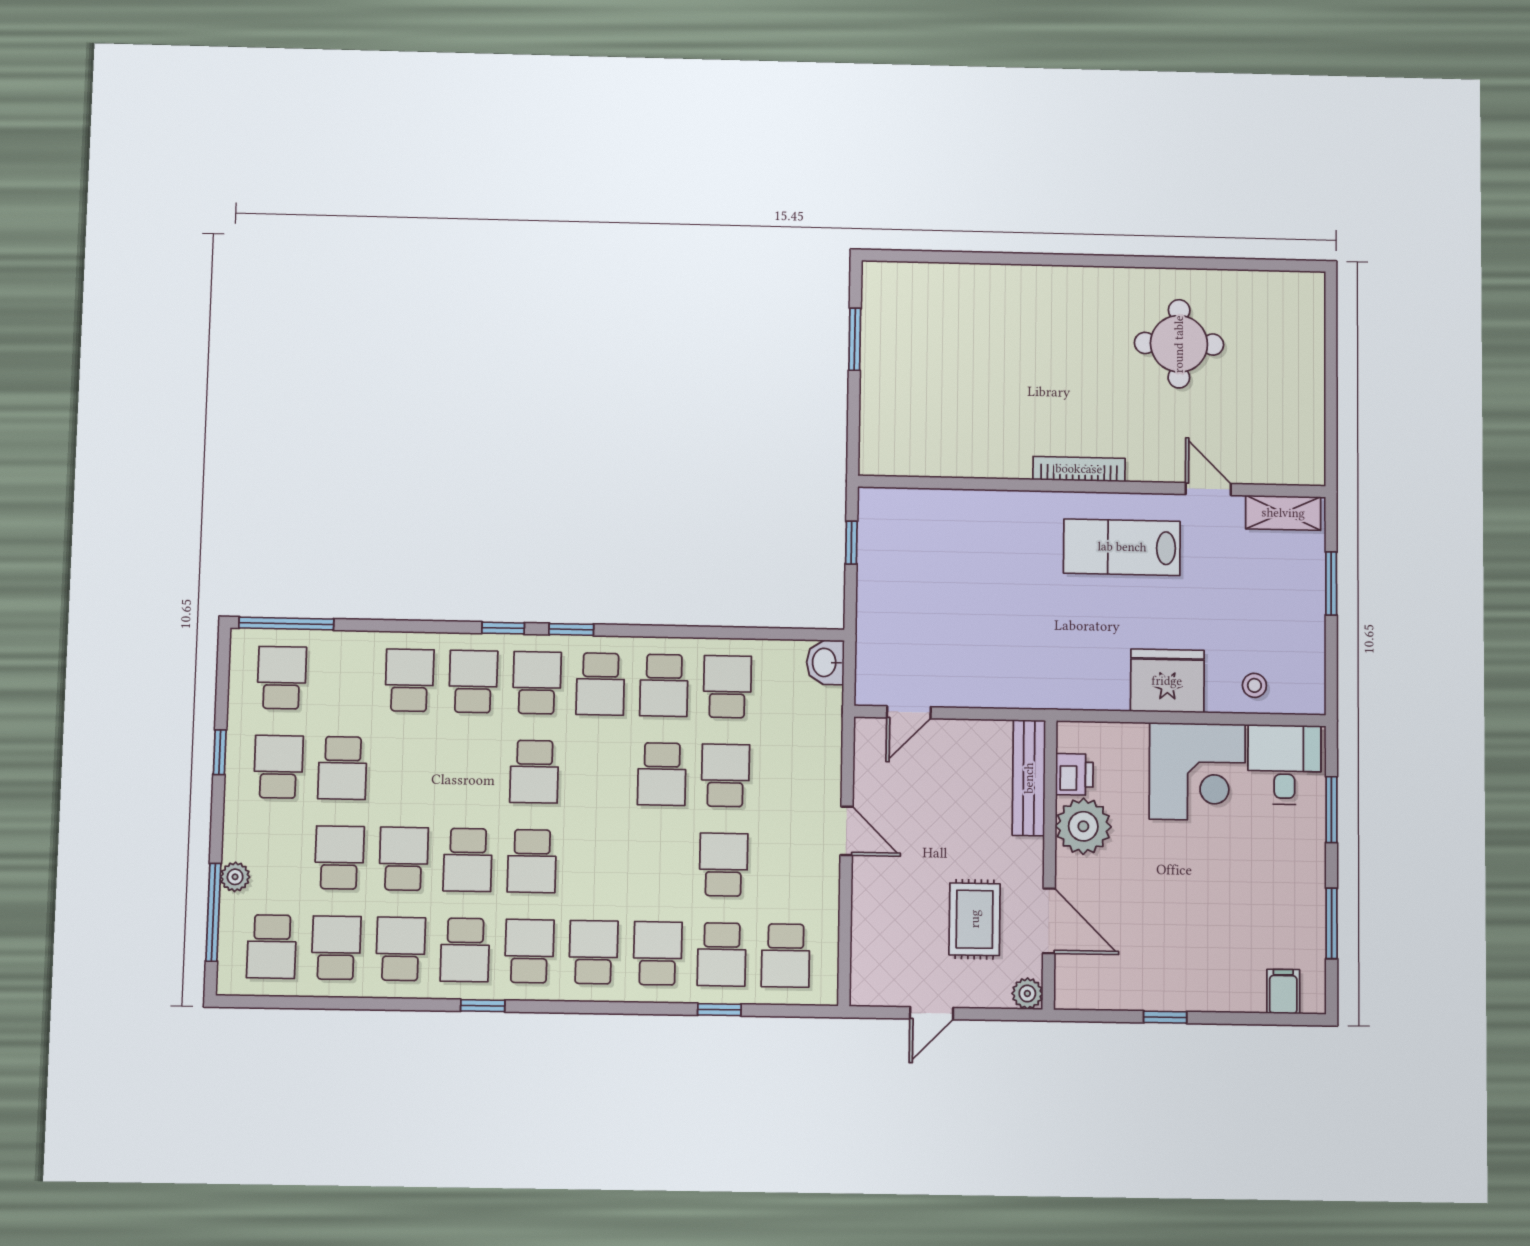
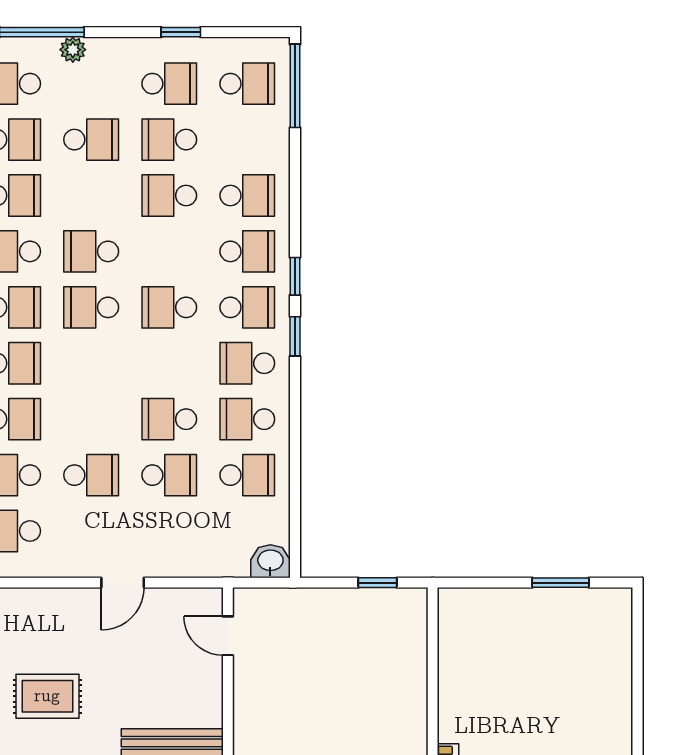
school desk: (404, 859) -> (169, 195), moved, turned 180

